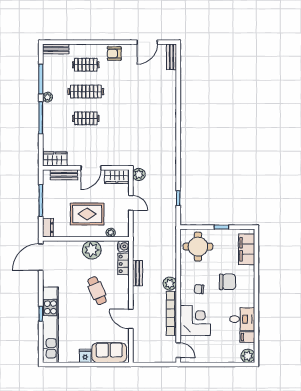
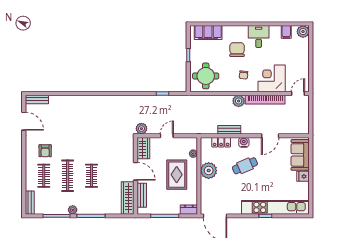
armchair: (114, 54) -> (45, 151), moved
wardrobe: (55, 159) -> (128, 198), width x1.50
water cooler: (123, 246) -> (244, 142), moved
desk: (242, 319) -> (259, 36), moved

